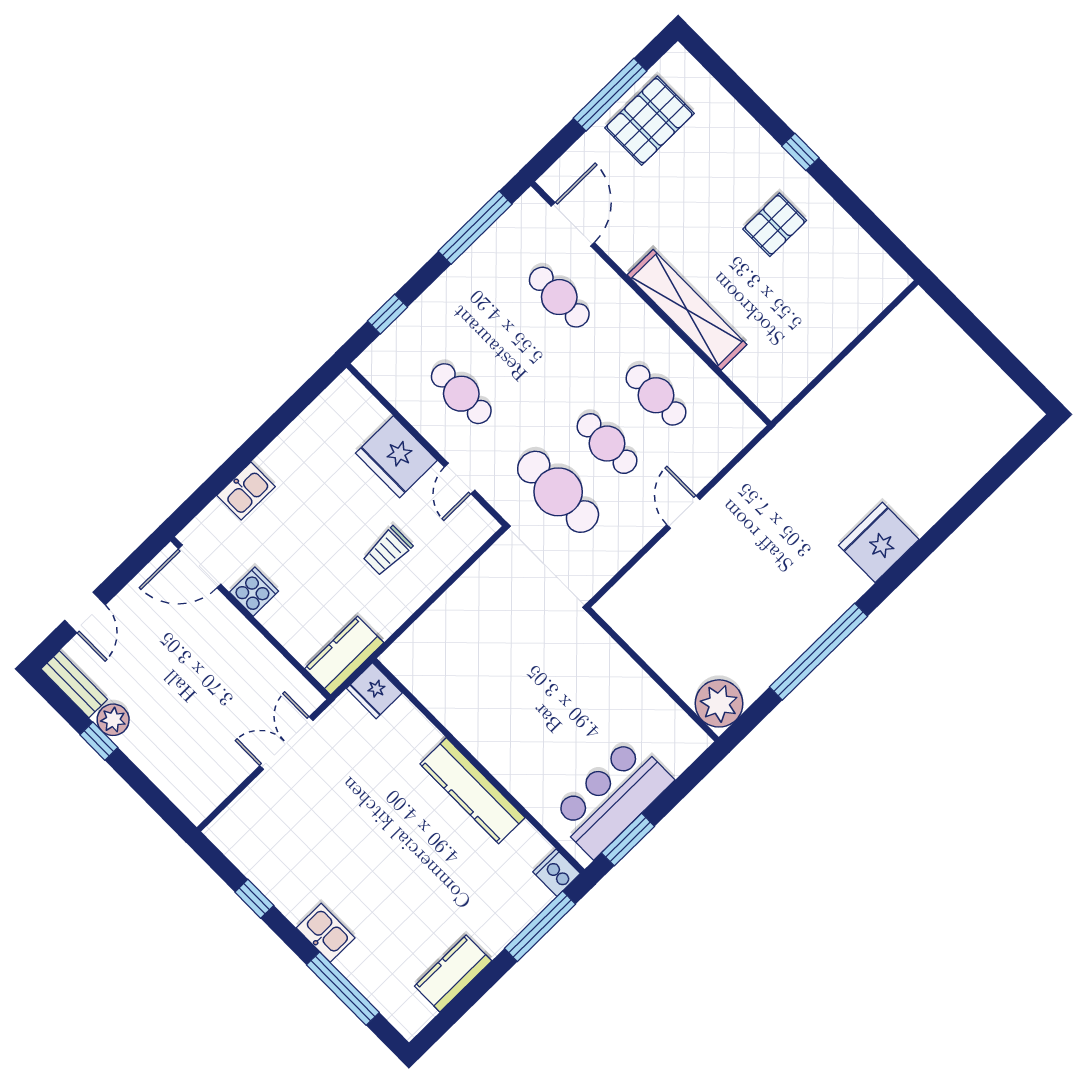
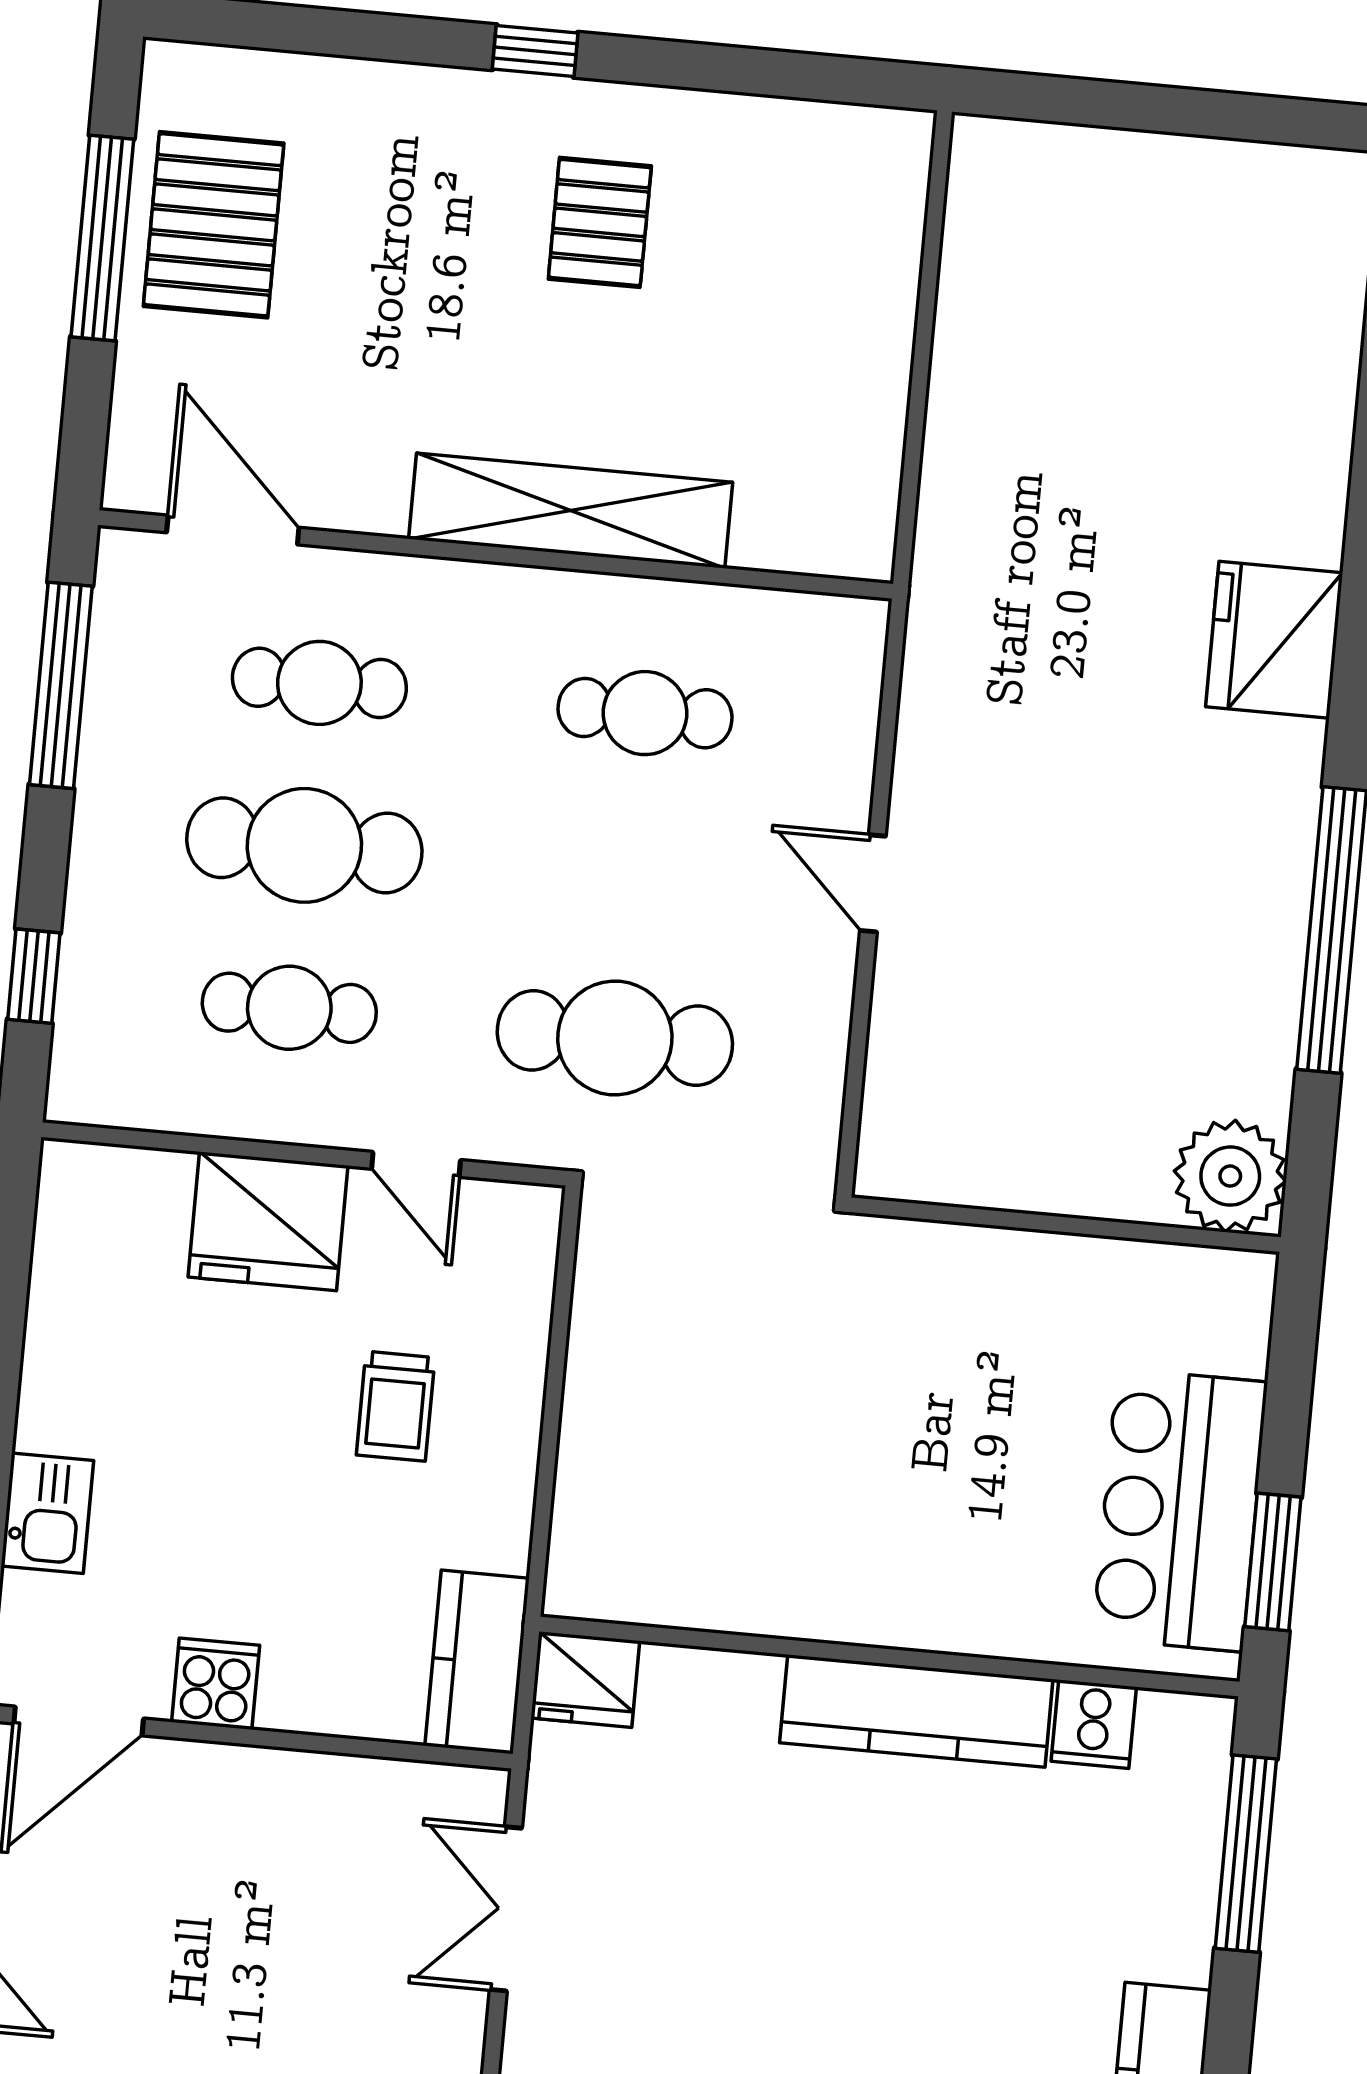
cafe table: (607, 444) -> (304, 845), moved, width x1.37, depth x1.35
cooker: (557, 873) -> (1094, 1724), moved, turned -90

